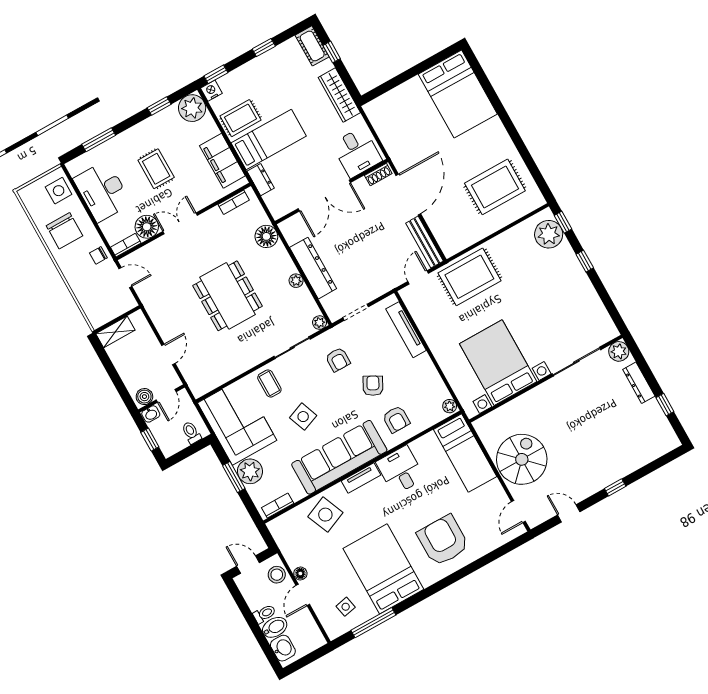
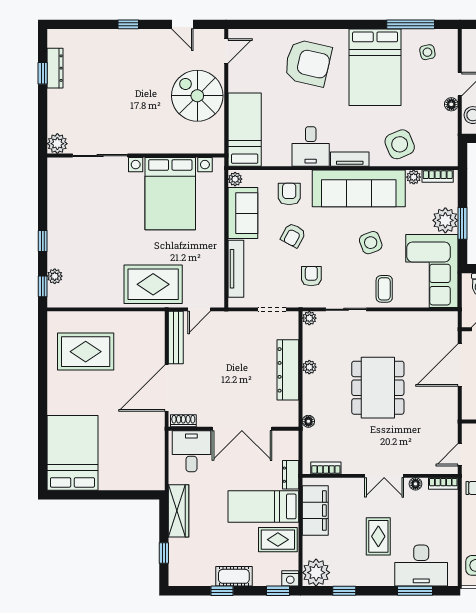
cot: (312, 46) -> (234, 576), moved, turned 90
desk: (102, 191) -> (421, 566), moved, turned 90
double door: (324, 196) -> (242, 429), swing flipped
floor lamp: (147, 227) -> (415, 484), width x0.53, depth x0.53
plant: (549, 234) -> (55, 276), width x0.53, depth x0.53
floor lamp: (266, 236) -> (308, 421), width x0.53, depth x0.53
door: (125, 278) -> (460, 455), hinge flipped
door: (168, 354) -> (460, 365), width x1.87
sofa: (427, 381) -> (243, 213), added
dresser: (639, 383) -> (55, 68), moved
spiral stairs: (522, 459) -> (197, 96), turned 90
plant: (298, 493) -> (414, 177), added
armchair: (443, 540) -> (308, 63), turned -77

